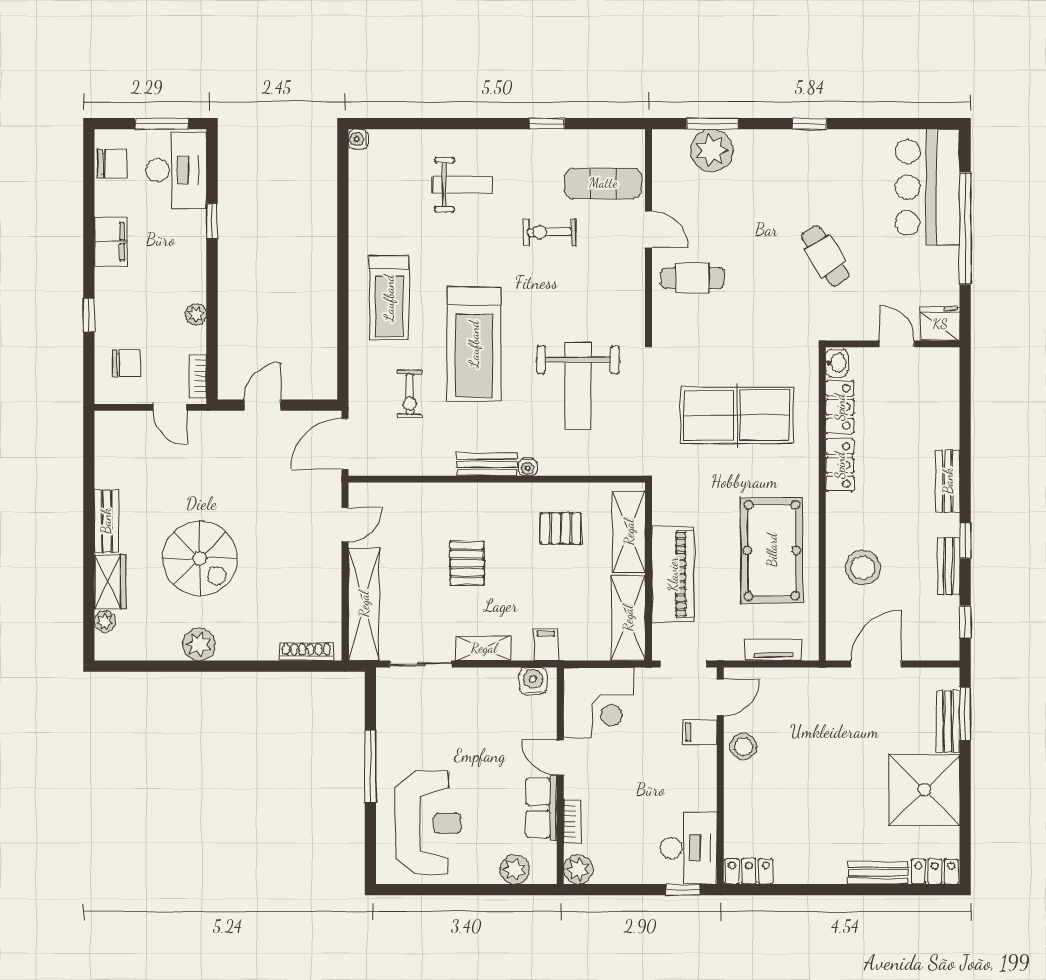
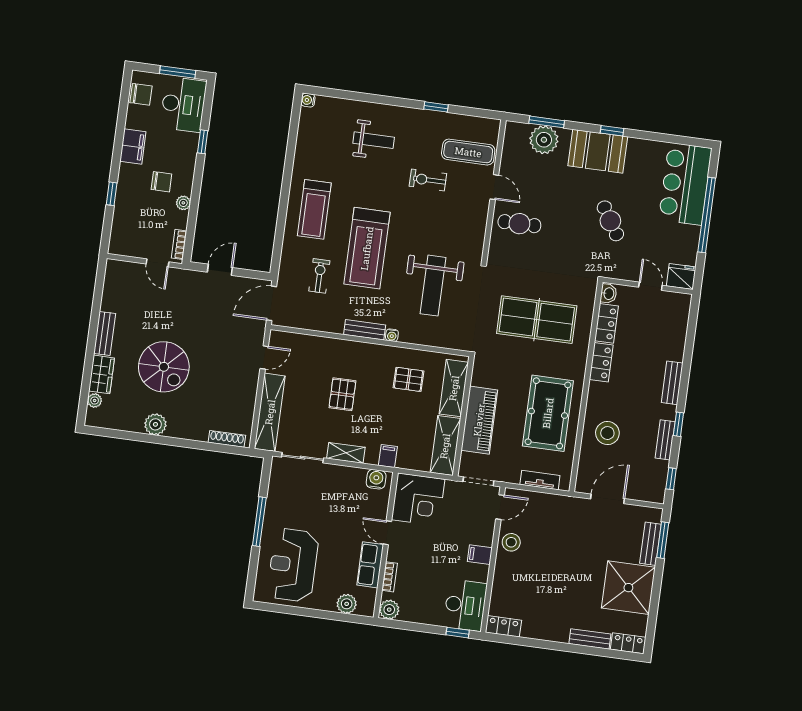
booth: (793, 157) -> (598, 151), added
chair: (126, 363) -> (161, 182), moved
exercise bike: (410, 394) -> (319, 276), turned 180
filing cabinet: (700, 732) -> (480, 555), moved
reception desk: (428, 823) -> (293, 565), turned 180

